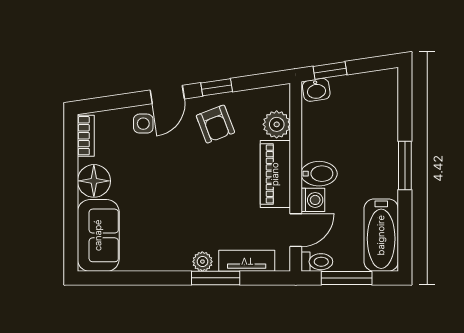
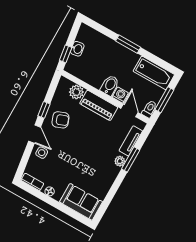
washbasin: (316, 90) -> (77, 49), moved
floor lamp: (94, 181) -> (50, 191), width x0.53, depth x0.53

